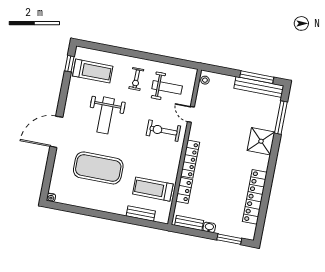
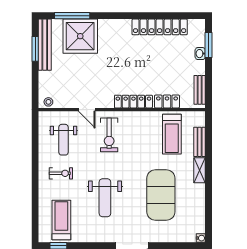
window: (257, 77) -> (35, 49), width x0.69
weight bench: (167, 87) -> (64, 140), turned 180
door: (191, 114) -> (87, 110), hinge flipped
weight bench: (106, 115) -> (105, 198), turned 90
shower: (261, 141) -> (80, 36), moved, width x1.37, depth x1.37
shelving: (114, 208) -> (200, 170), added
washbasin: (209, 227) -> (200, 54), moved

